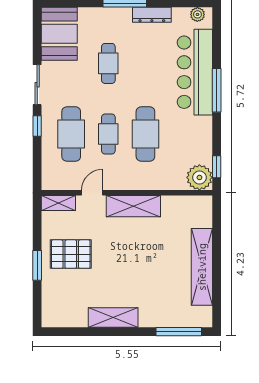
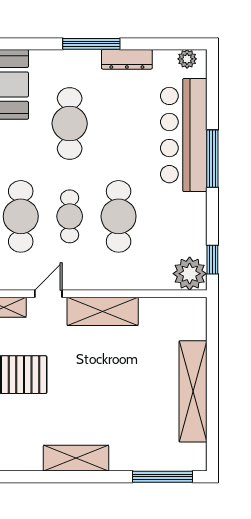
cafe table: (108, 63) -> (70, 123), width x1.37, depth x1.35

